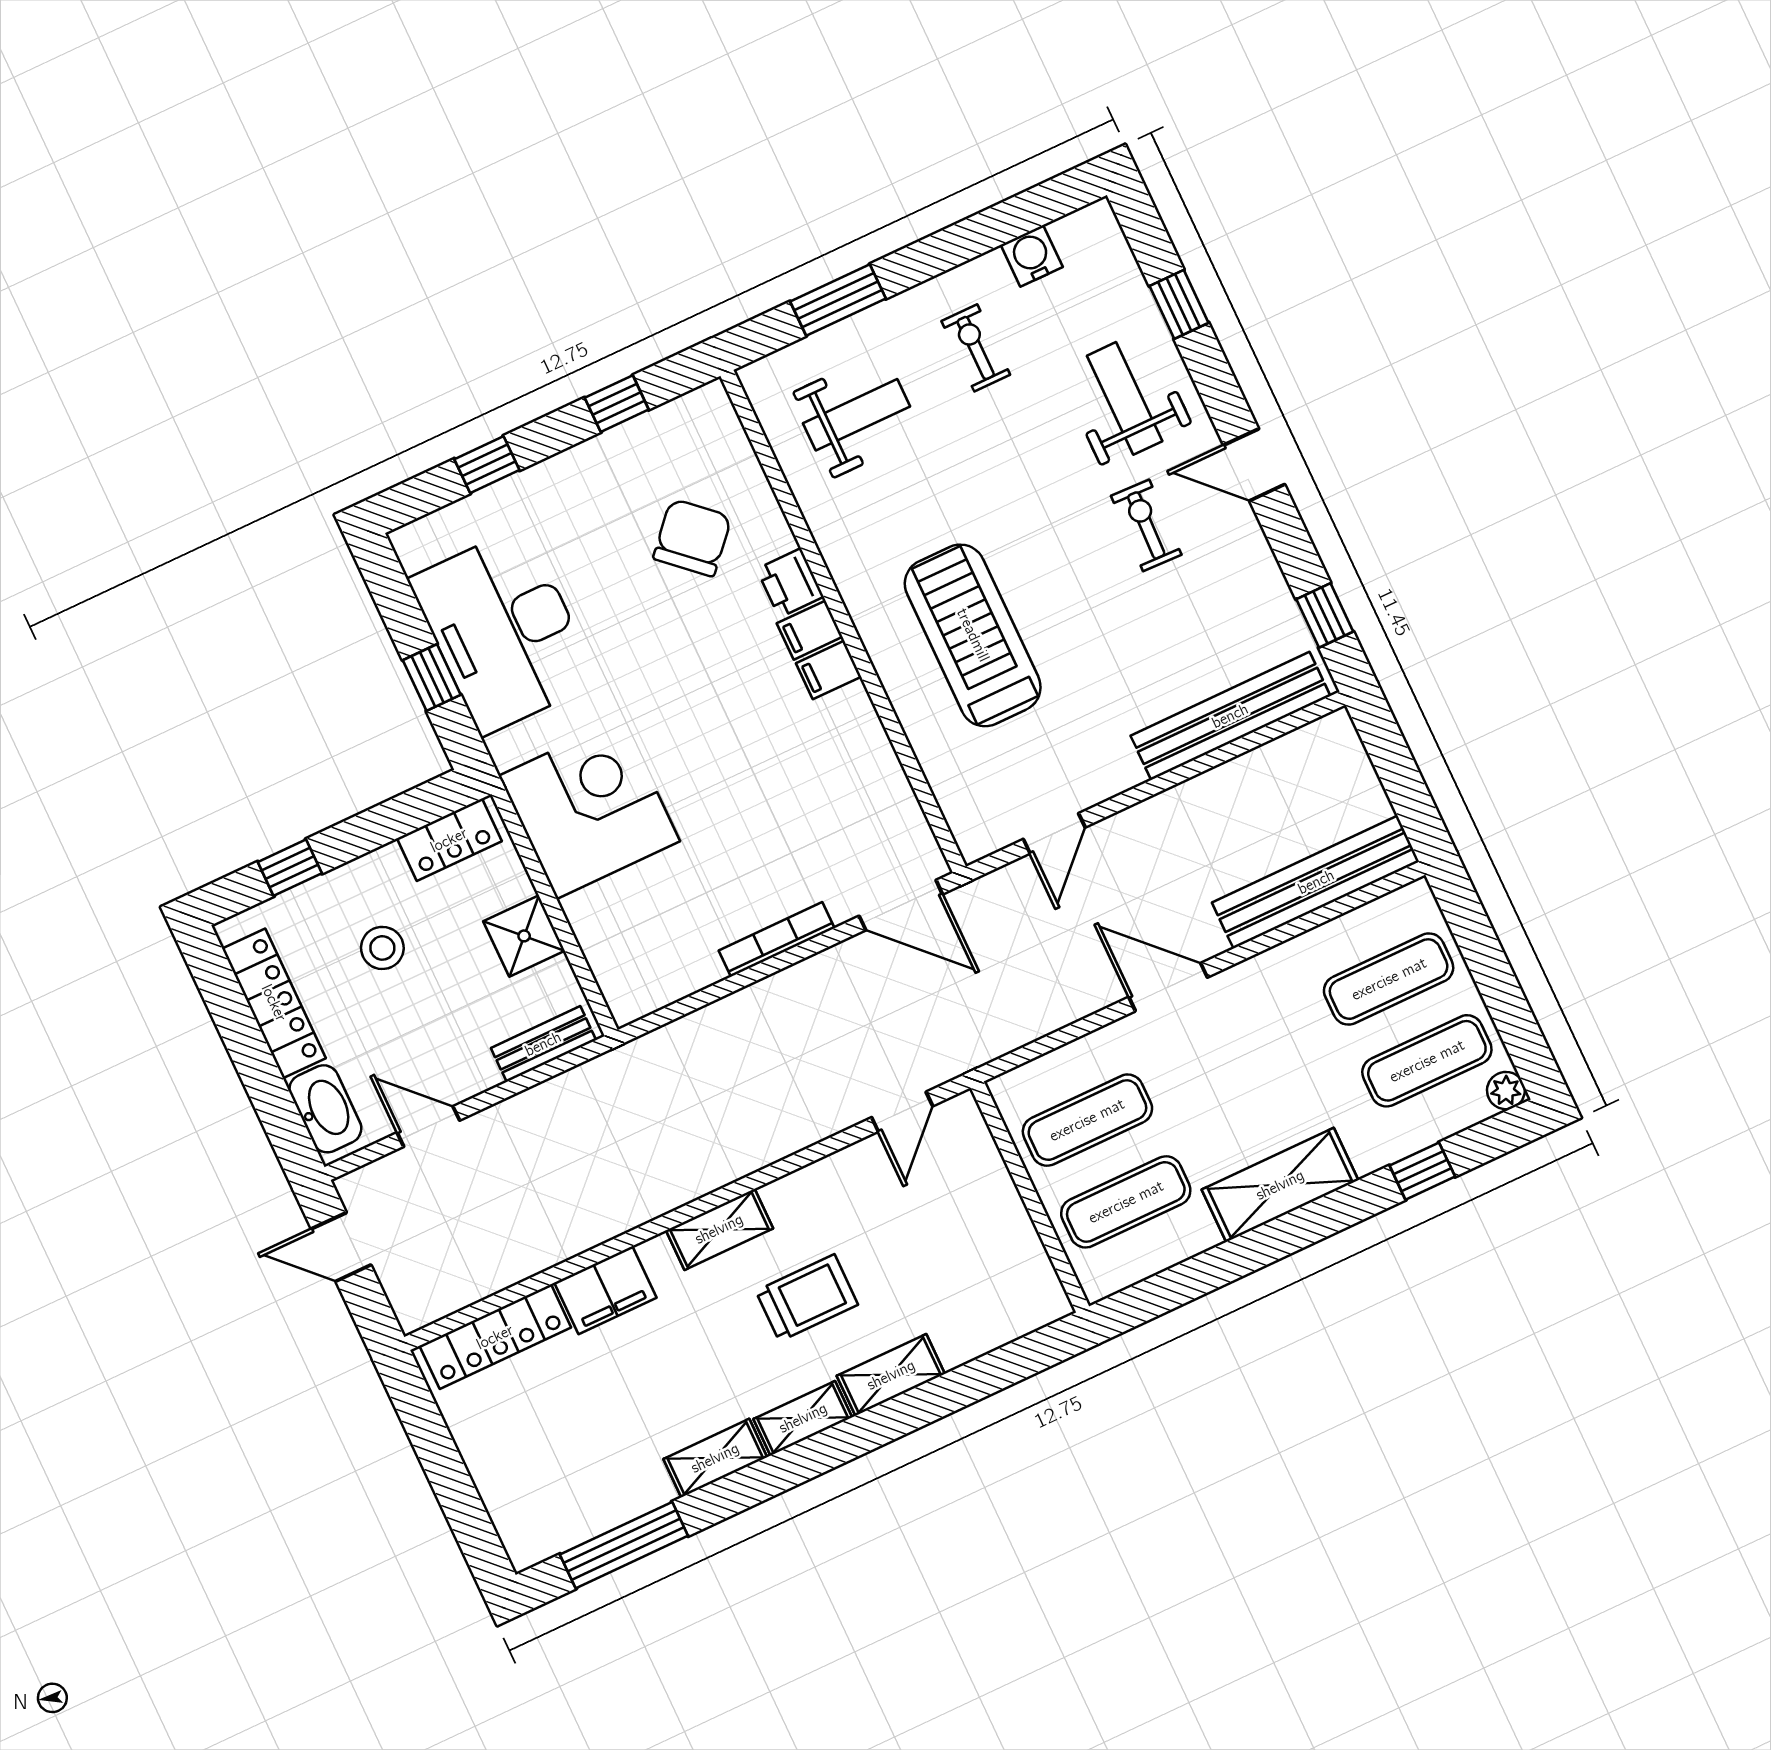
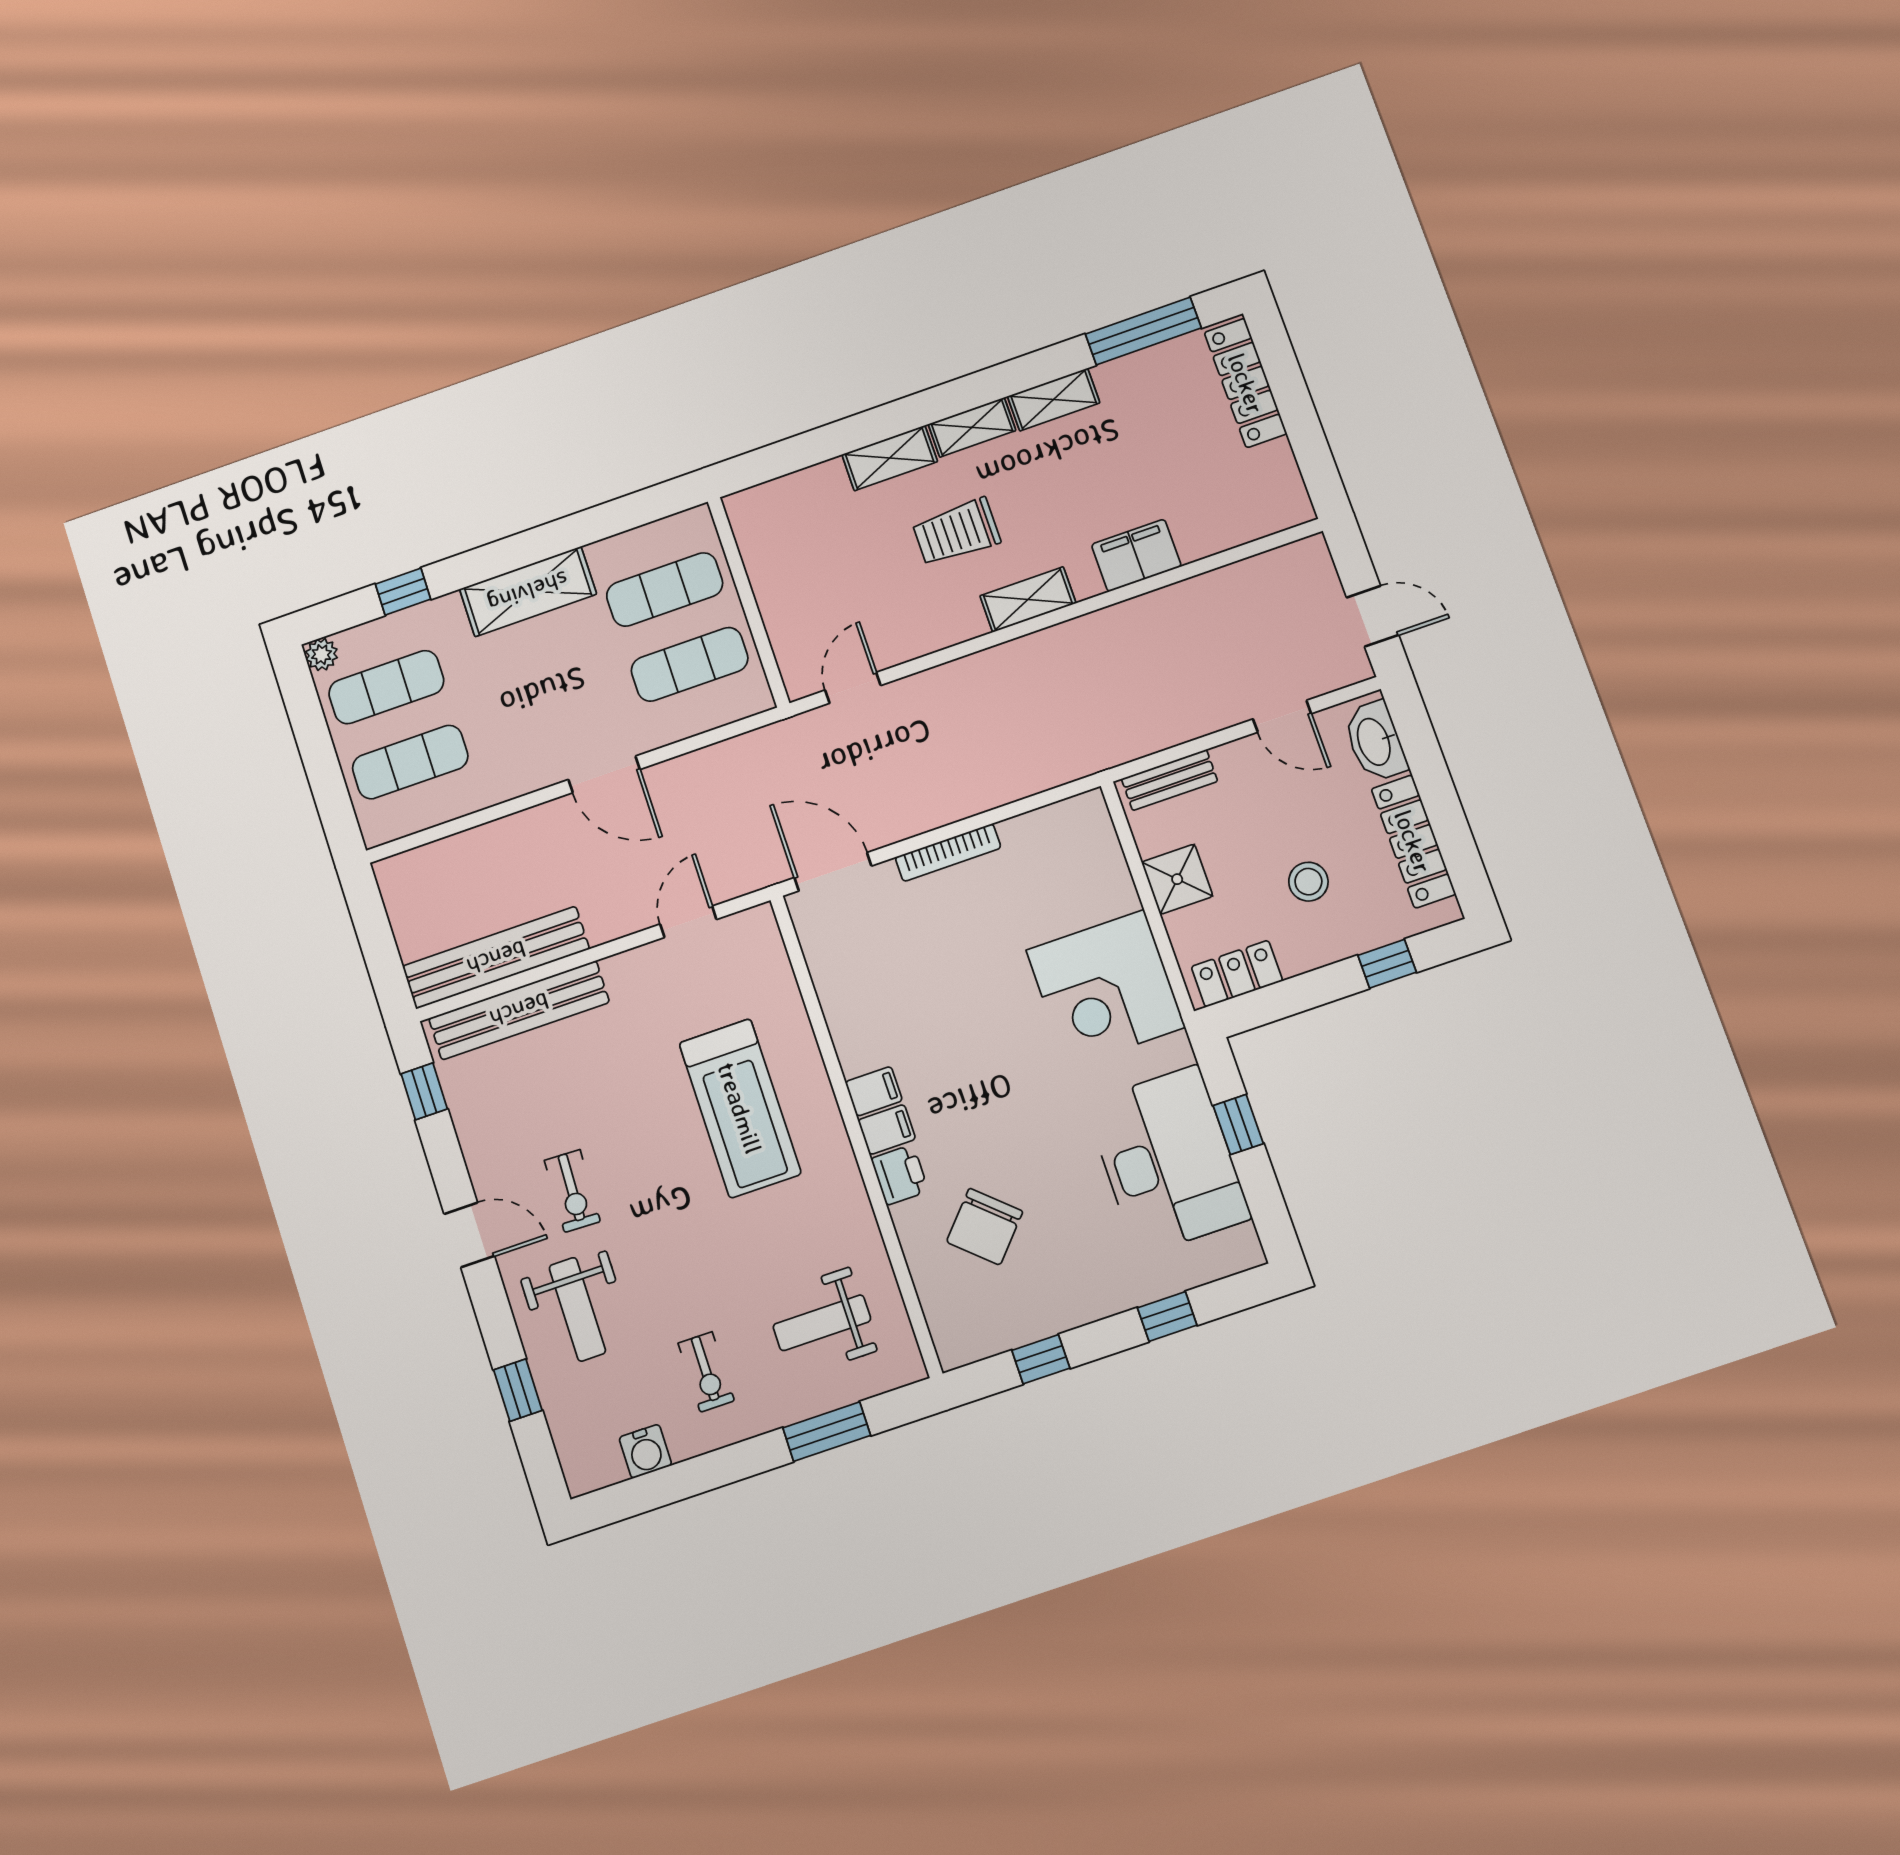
bench: (1316, 882) -> (496, 958), moved
locker: (495, 1337) -> (1246, 383), moved, turned -90

